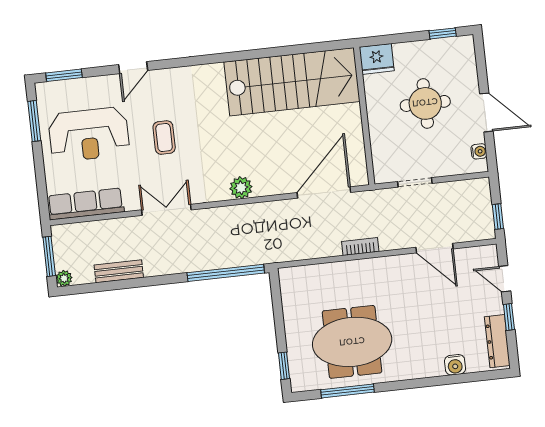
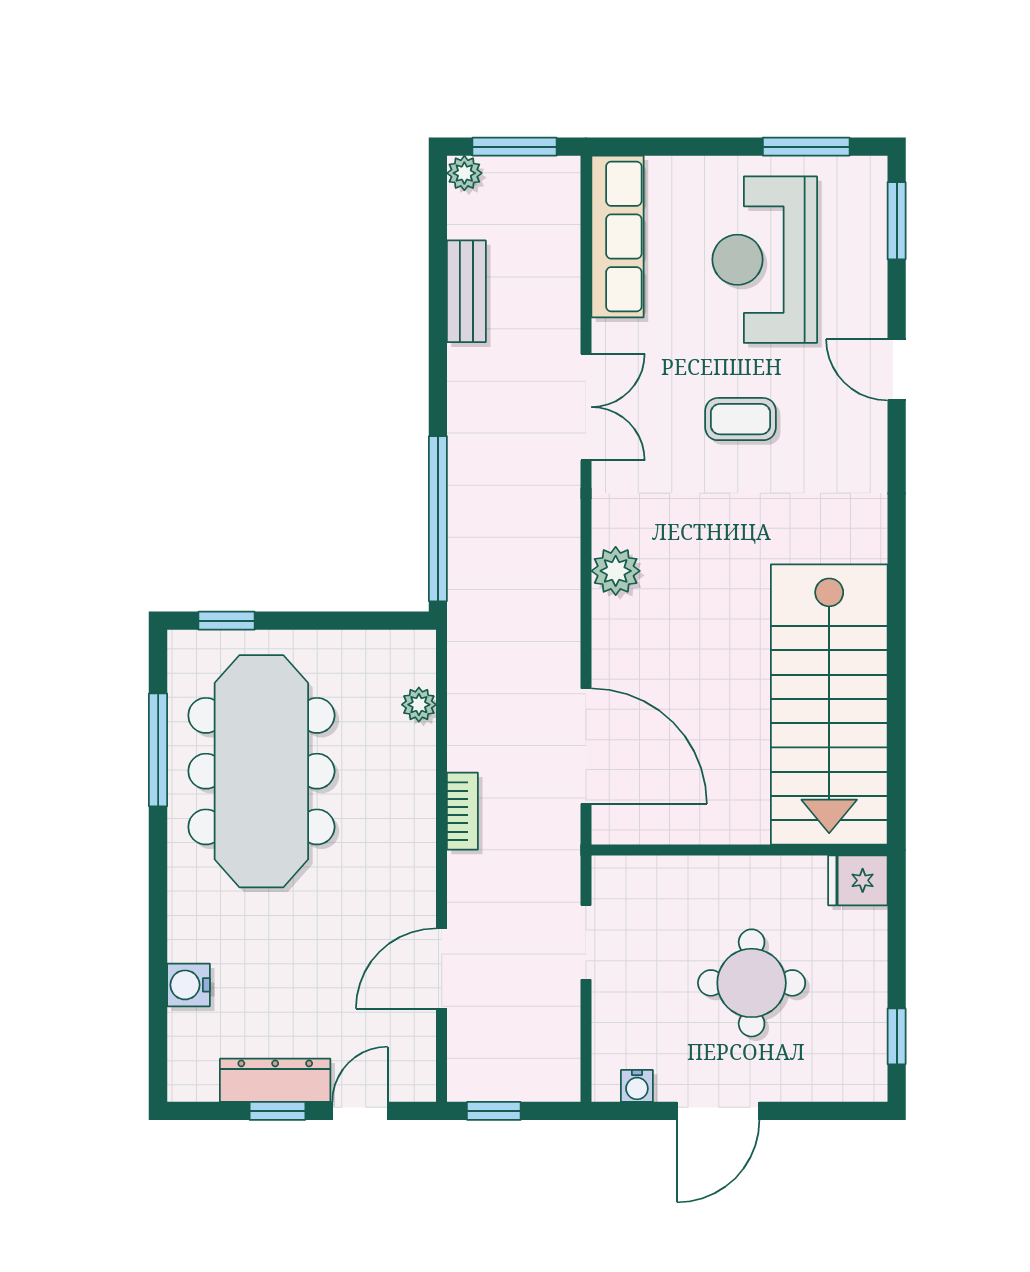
fridge: (377, 59) -> (858, 880), width x0.72
plant: (313, 272) -> (419, 705), added
dresser: (497, 341) -> (275, 1080), moved
meeting table: (352, 342) -> (261, 771), width x1.36

